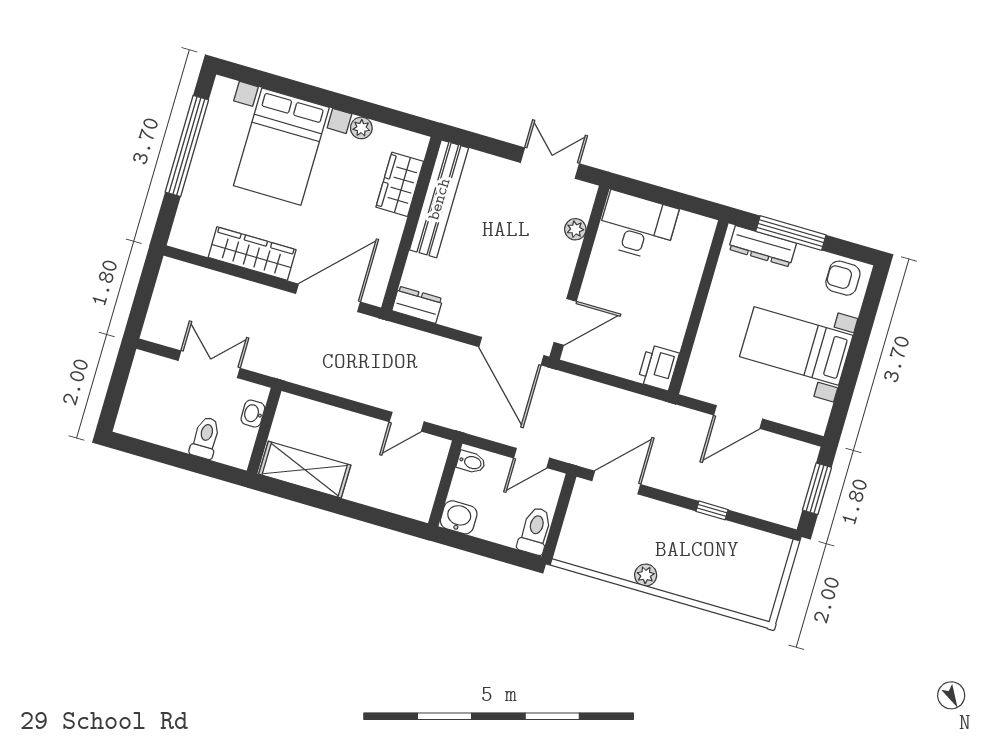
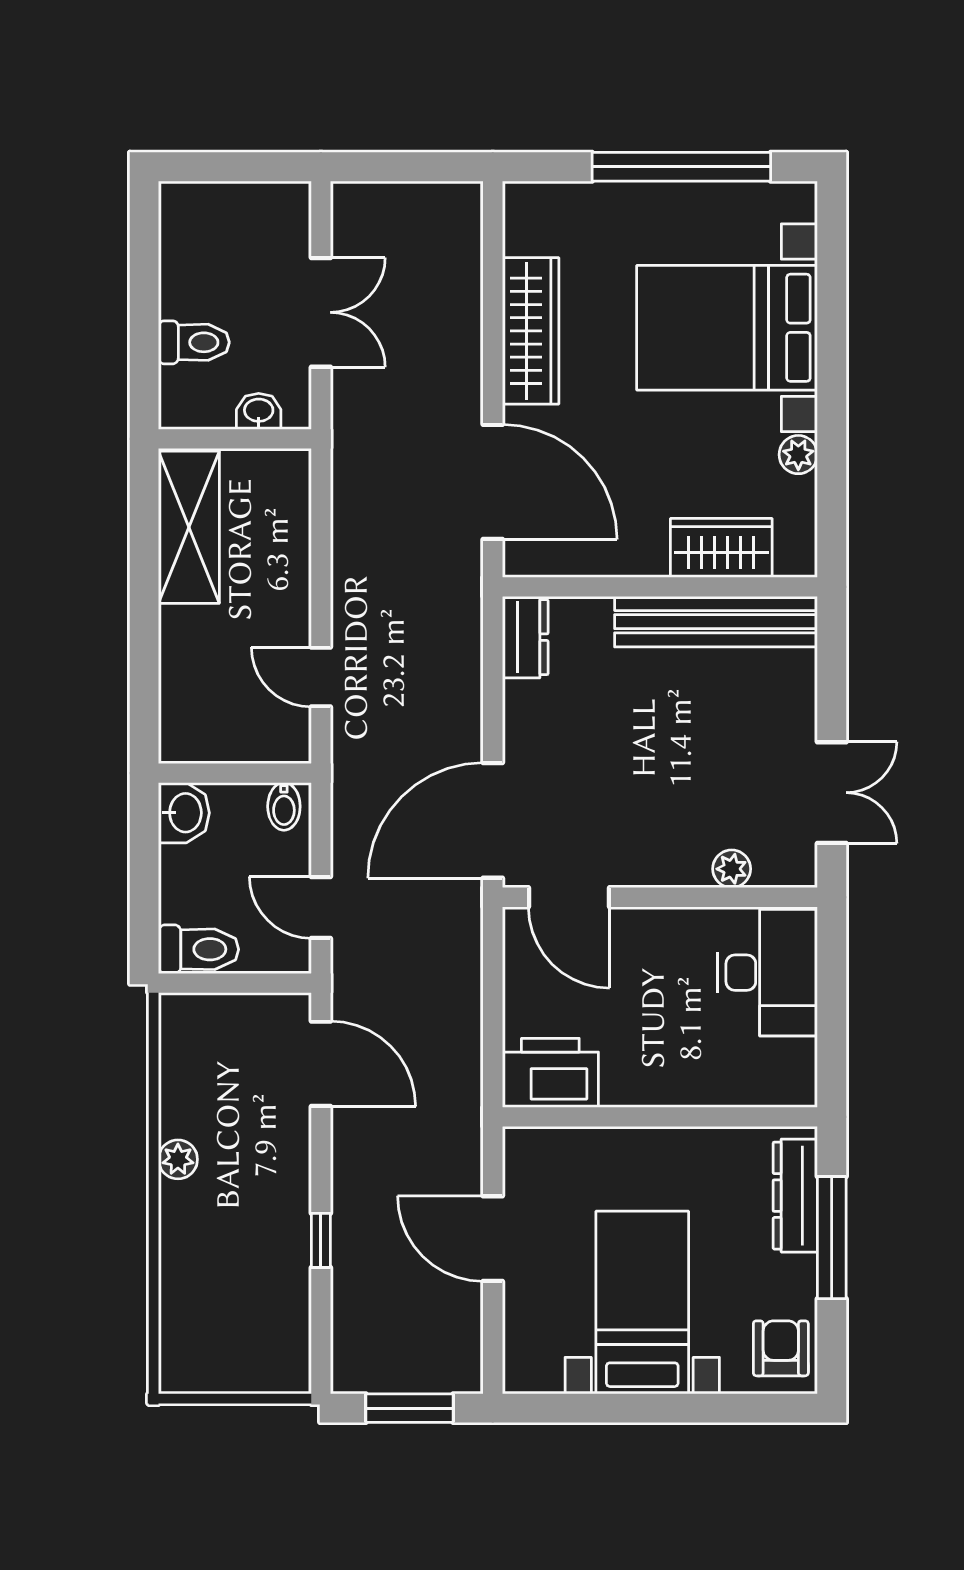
printer: (658, 368) -> (550, 1073), width x1.37, depth x1.19

